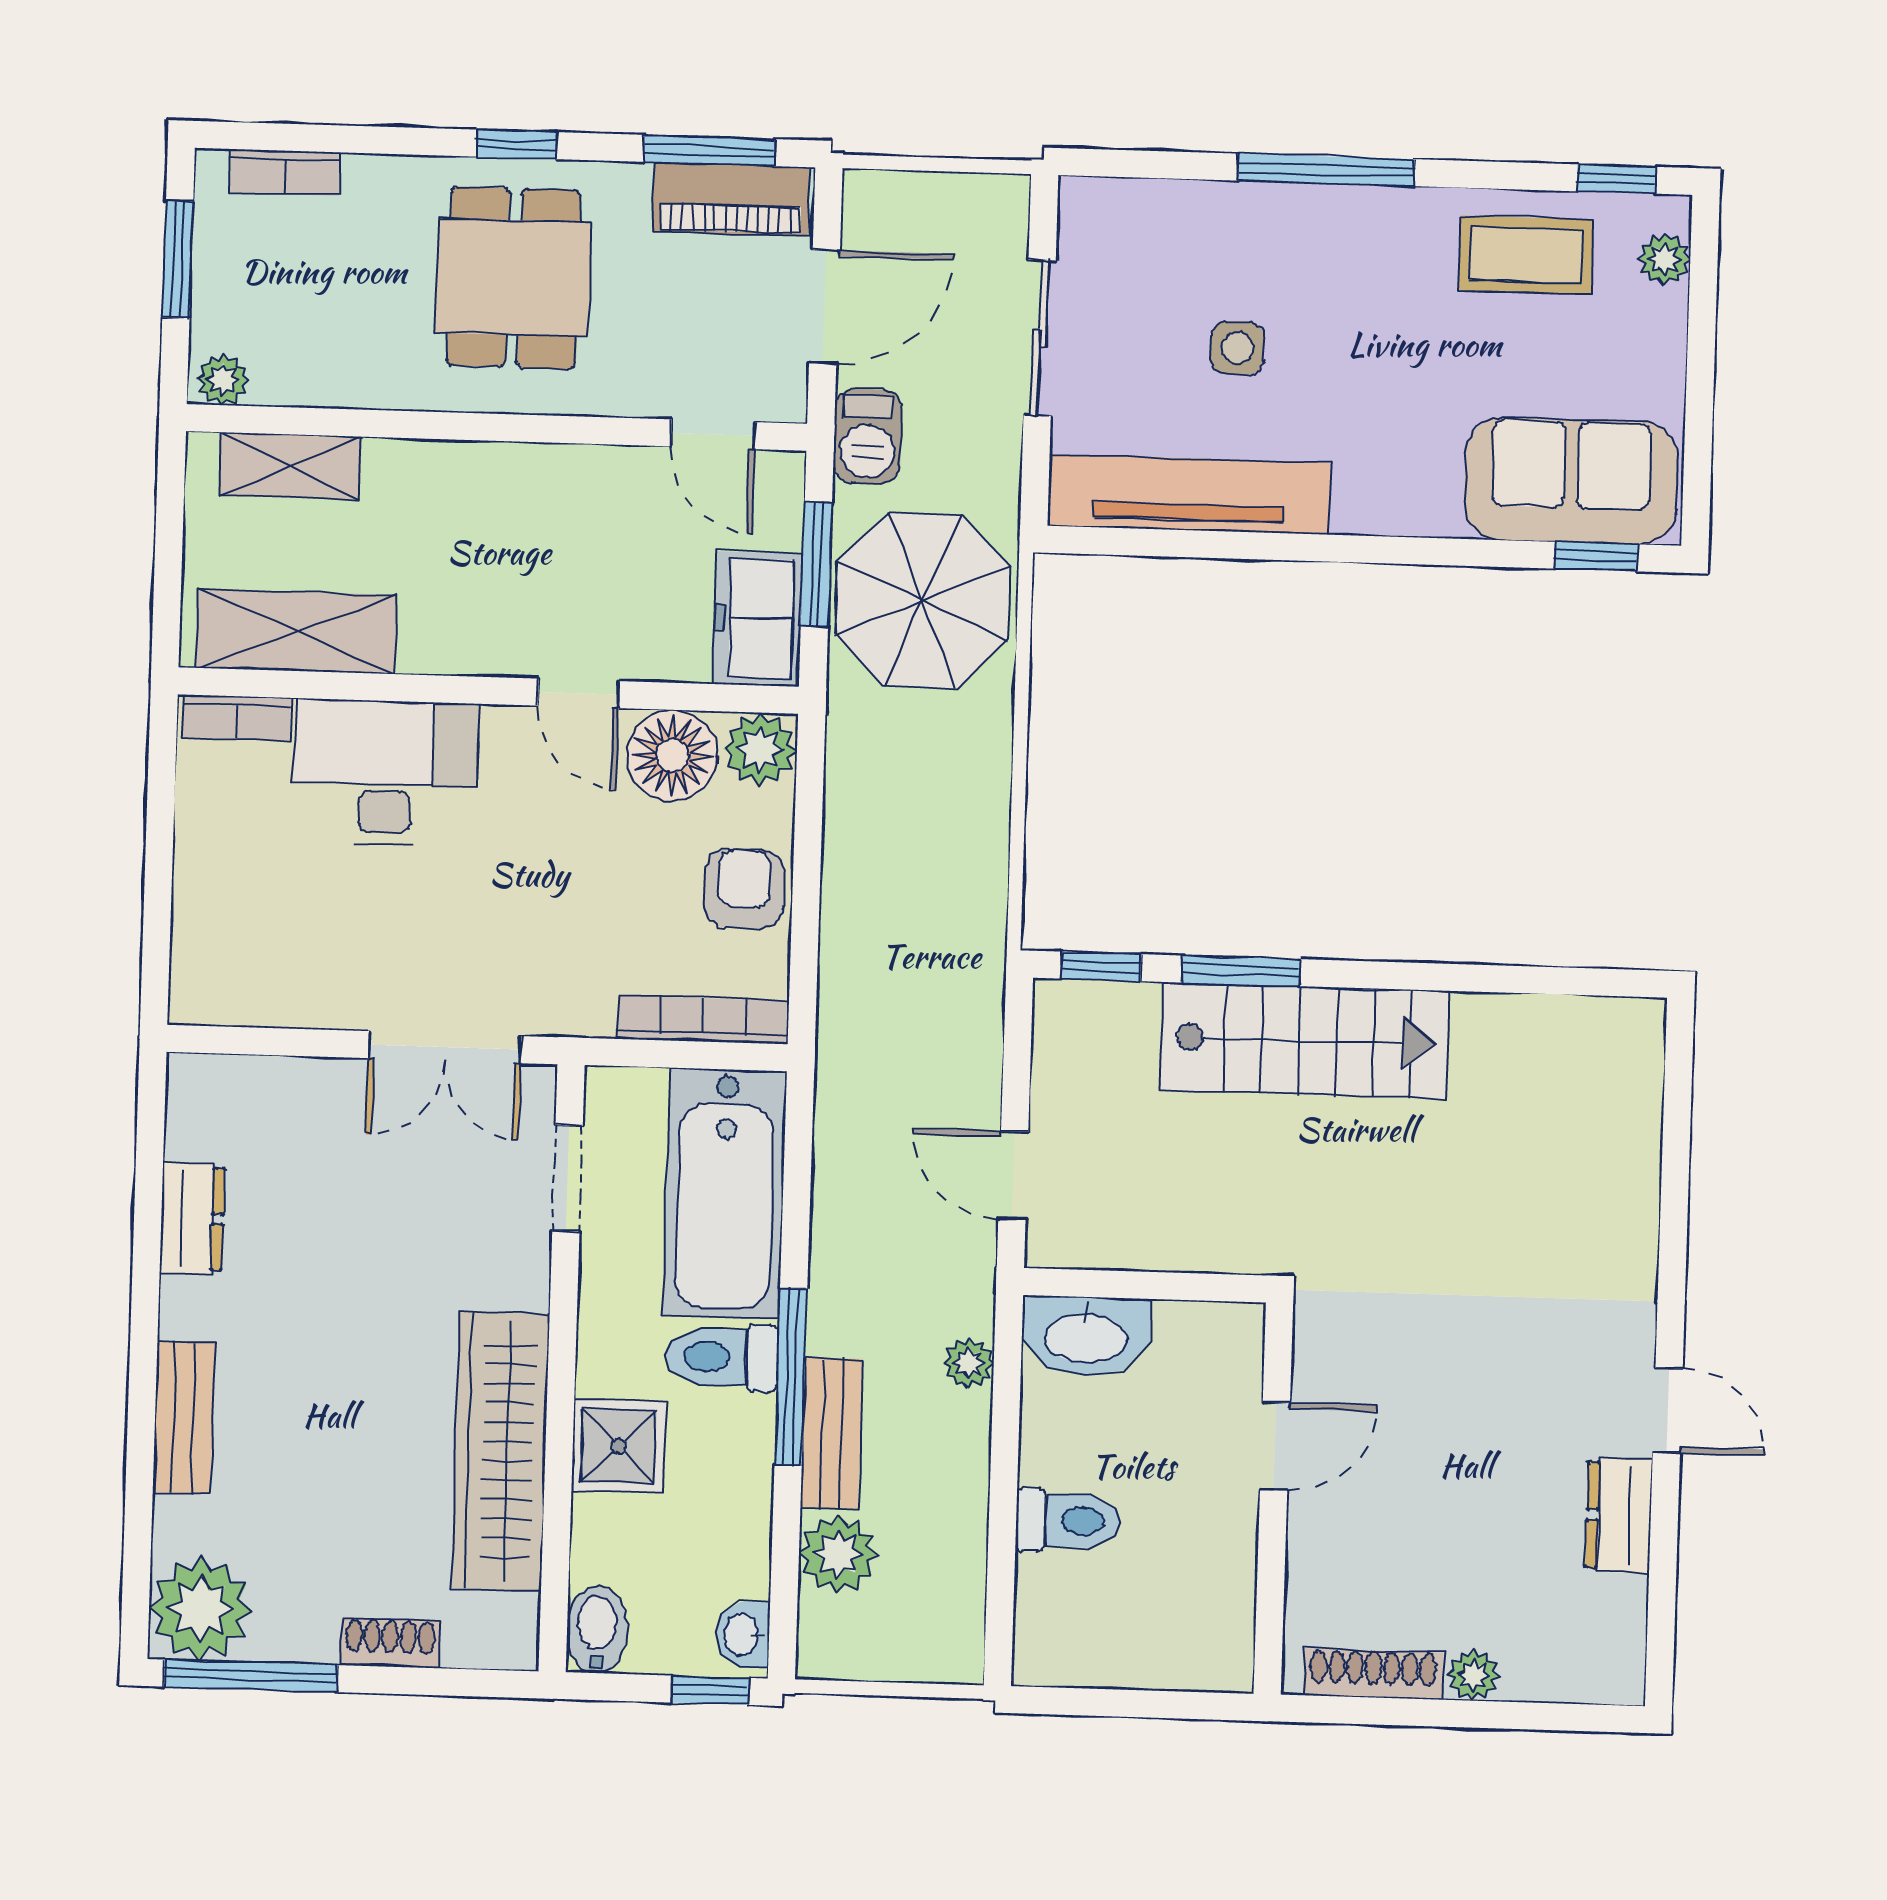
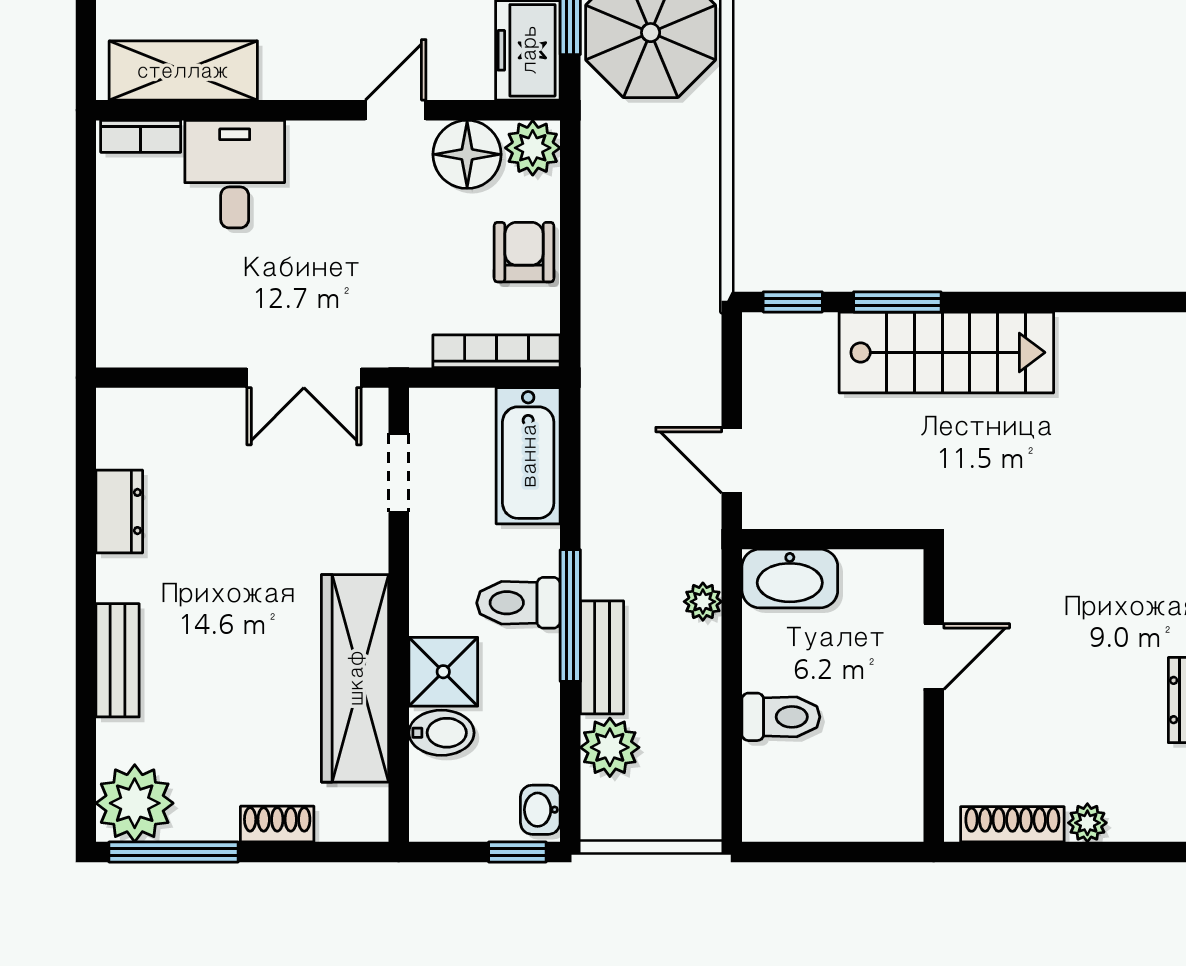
door: (579, 693) -> (396, 110), swing flipped
desk: (386, 773) -> (235, 174), width x0.73
bathtub: (725, 1194) -> (528, 456), width x0.73, depth x0.73
bidet: (597, 1629) -> (441, 733), moved, turned 90

